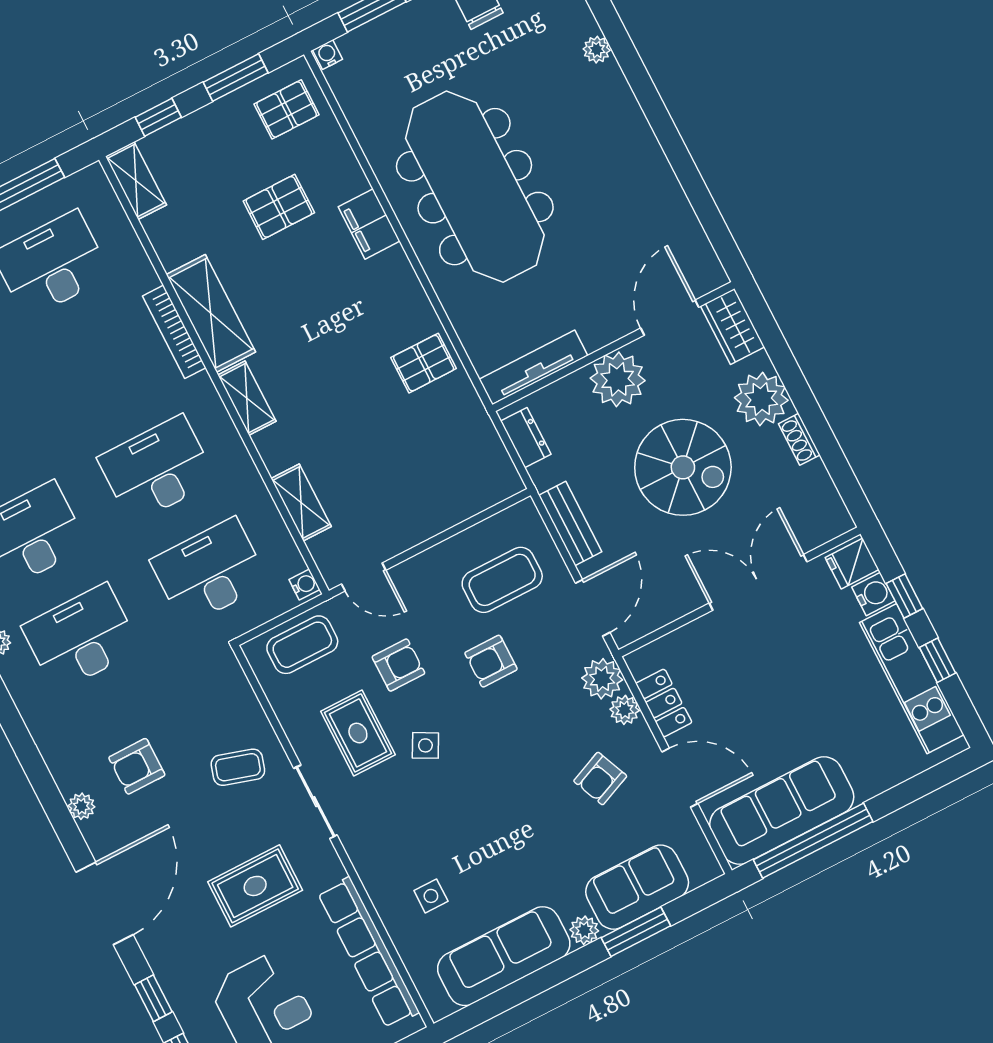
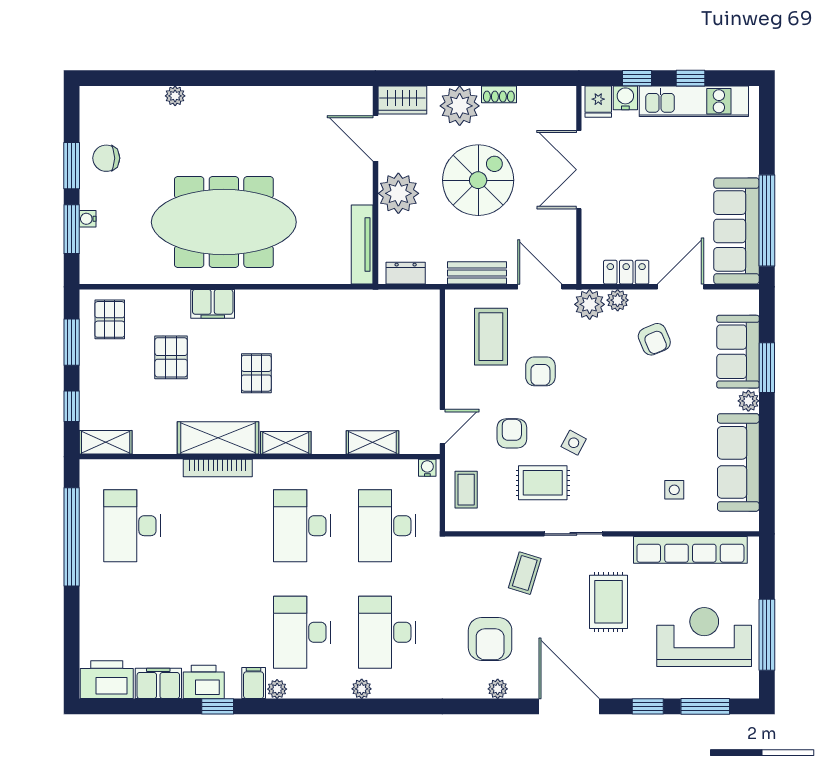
water cooler: (328, 55) -> (88, 219), moved
pallet: (424, 363) -> (256, 373), moved
coffee table: (302, 645) -> (466, 490), width x0.73, depth x0.77
armchair: (137, 766) -> (490, 639), width x1.38, depth x1.38

